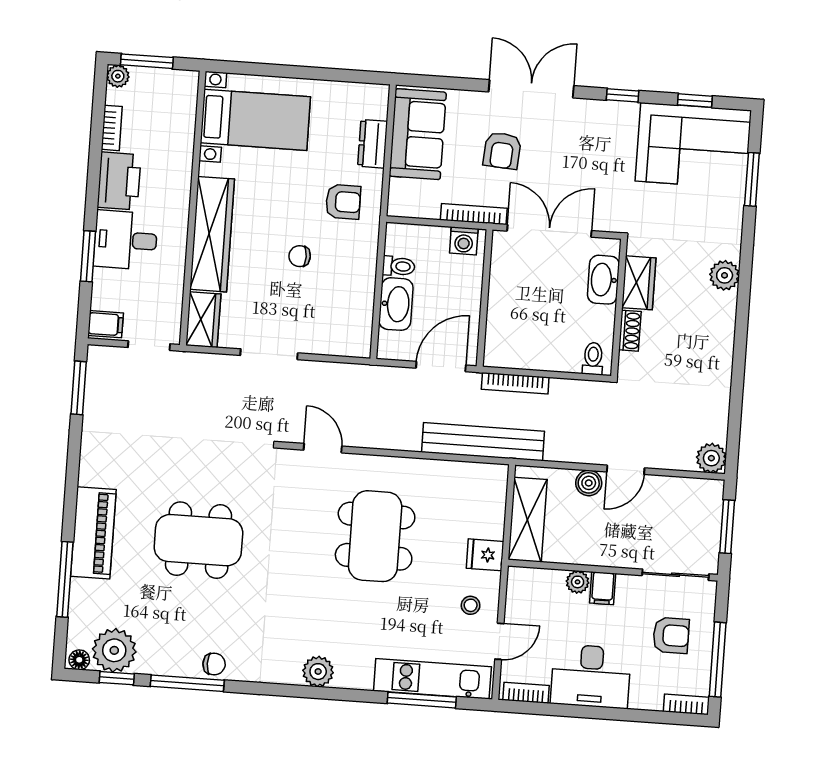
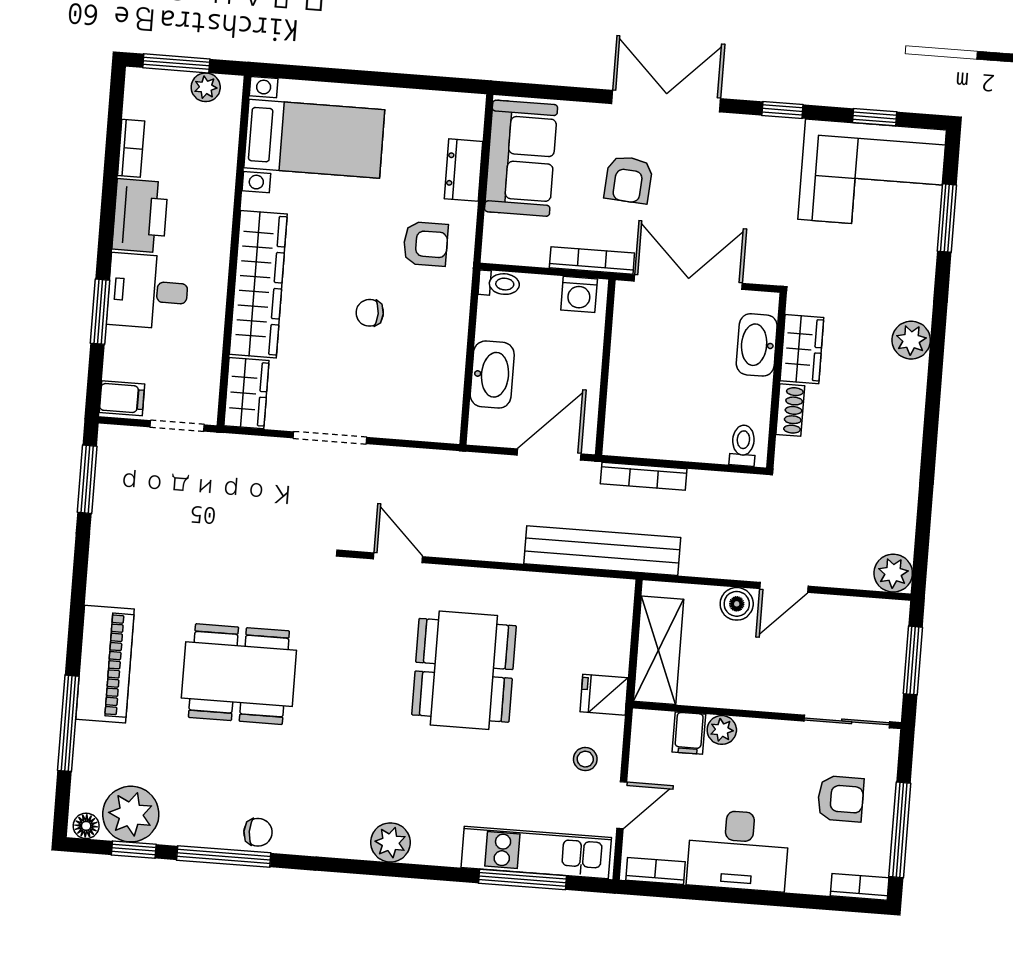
plant: (118, 76) -> (206, 87), moved
toilet: (399, 266) -> (499, 284), moved
filing cabinet: (603, 588) -> (689, 733), moved

